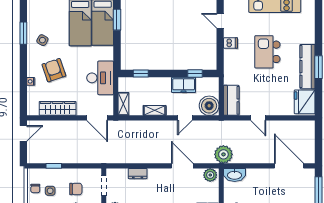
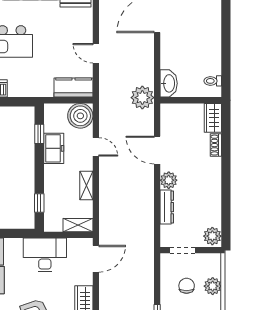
door: (258, 118) -> (96, 53), swing flipped
door: (182, 166) -> (157, 150), hinge flipped
dresser: (138, 174) -> (167, 207), width x1.44
plant: (210, 175) -> (169, 180), moved

